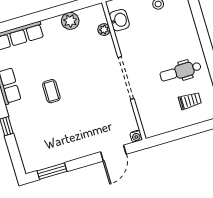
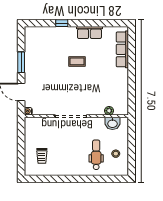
plant: (70, 21) -> (122, 89), removed
dental chair: (181, 71) -> (96, 155), moved
window: (52, 171) -> (21, 62), moved

